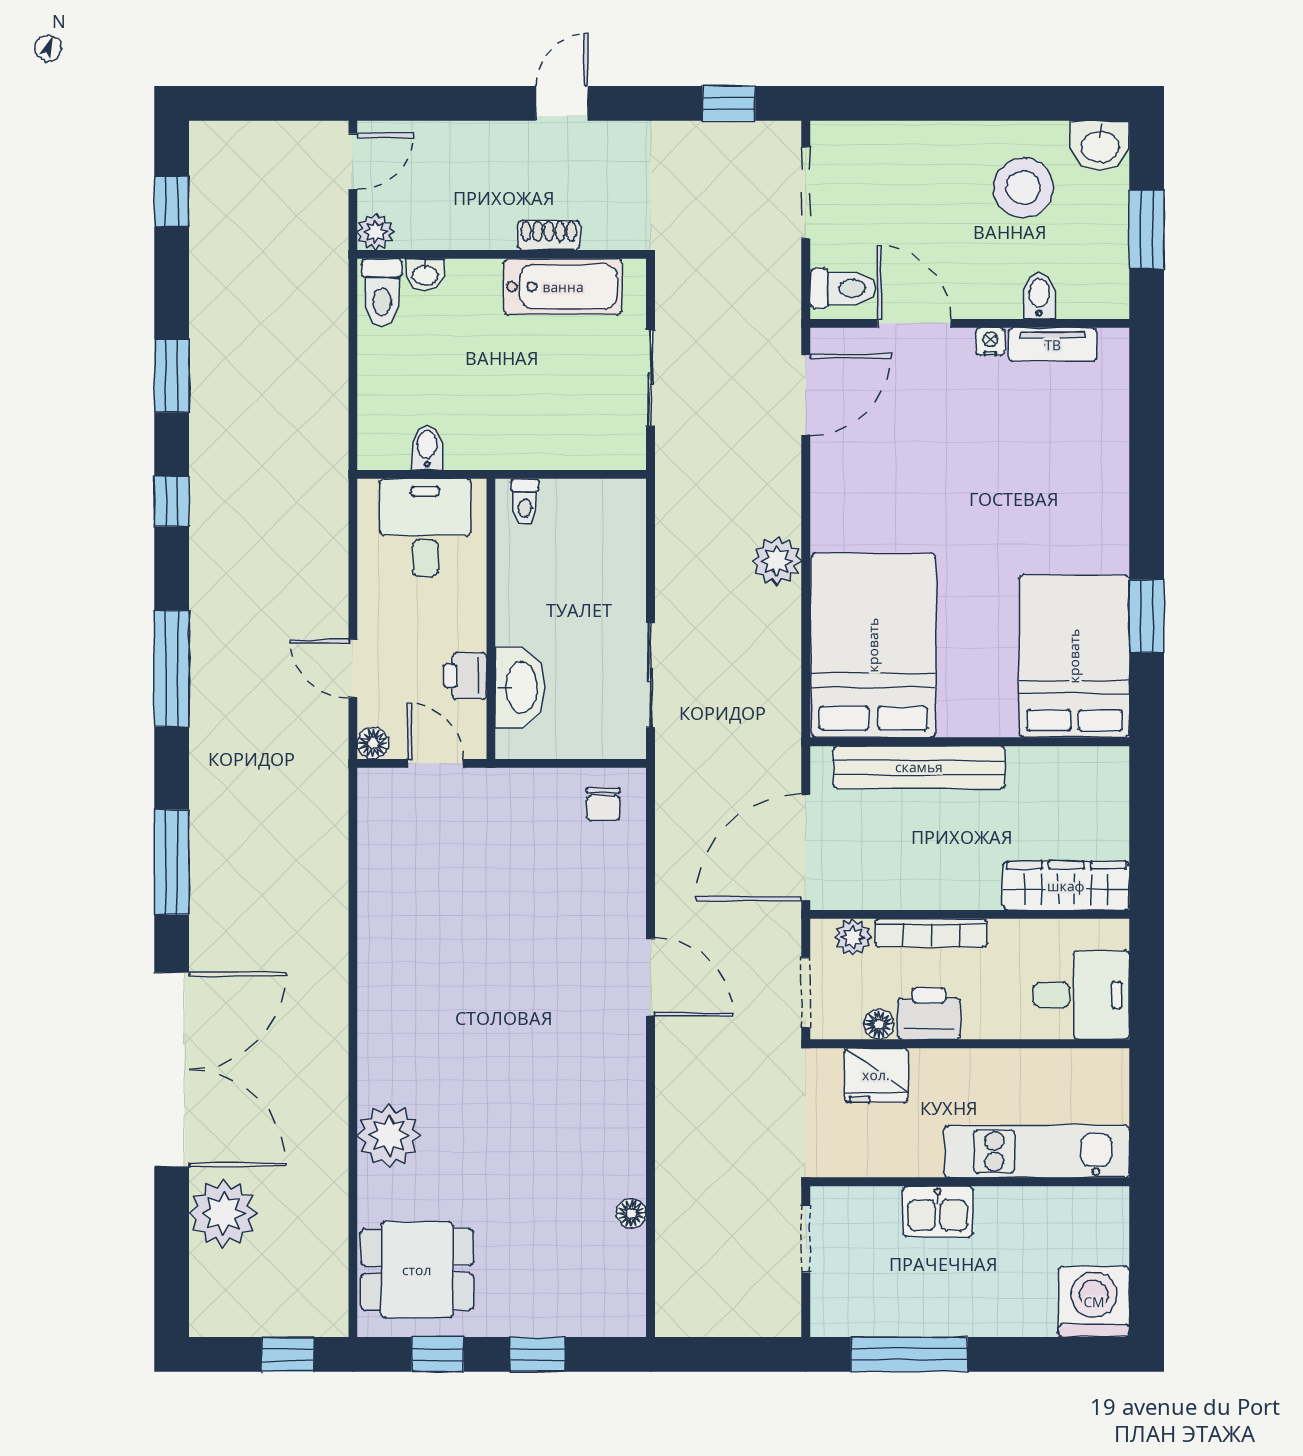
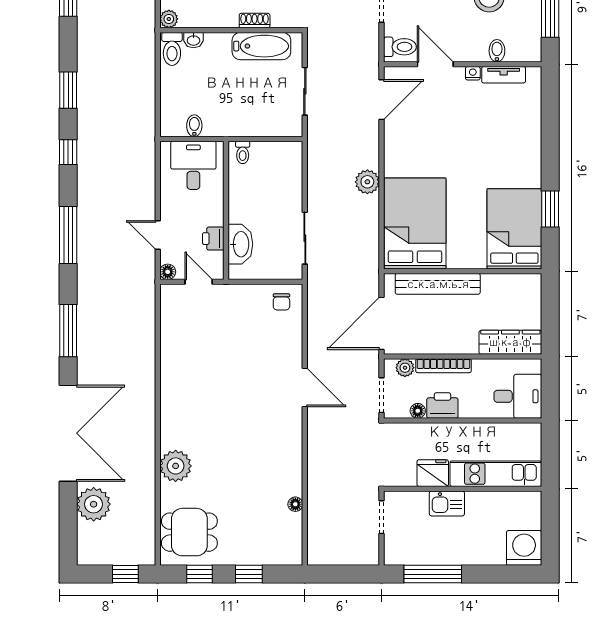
fridge: (876, 1075) -> (433, 473), moved, turned 180

